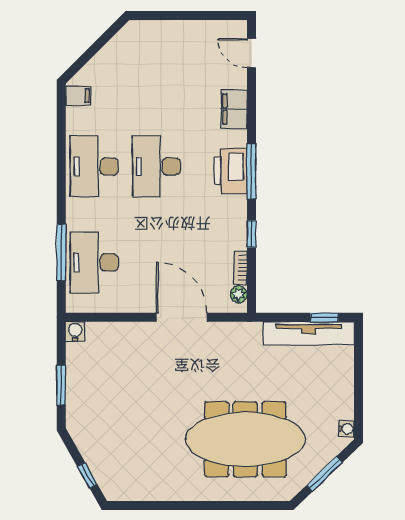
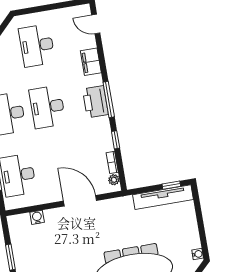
desk: (156, 70) -> (37, 46), added
water cooler: (75, 331) -> (37, 217), moved

